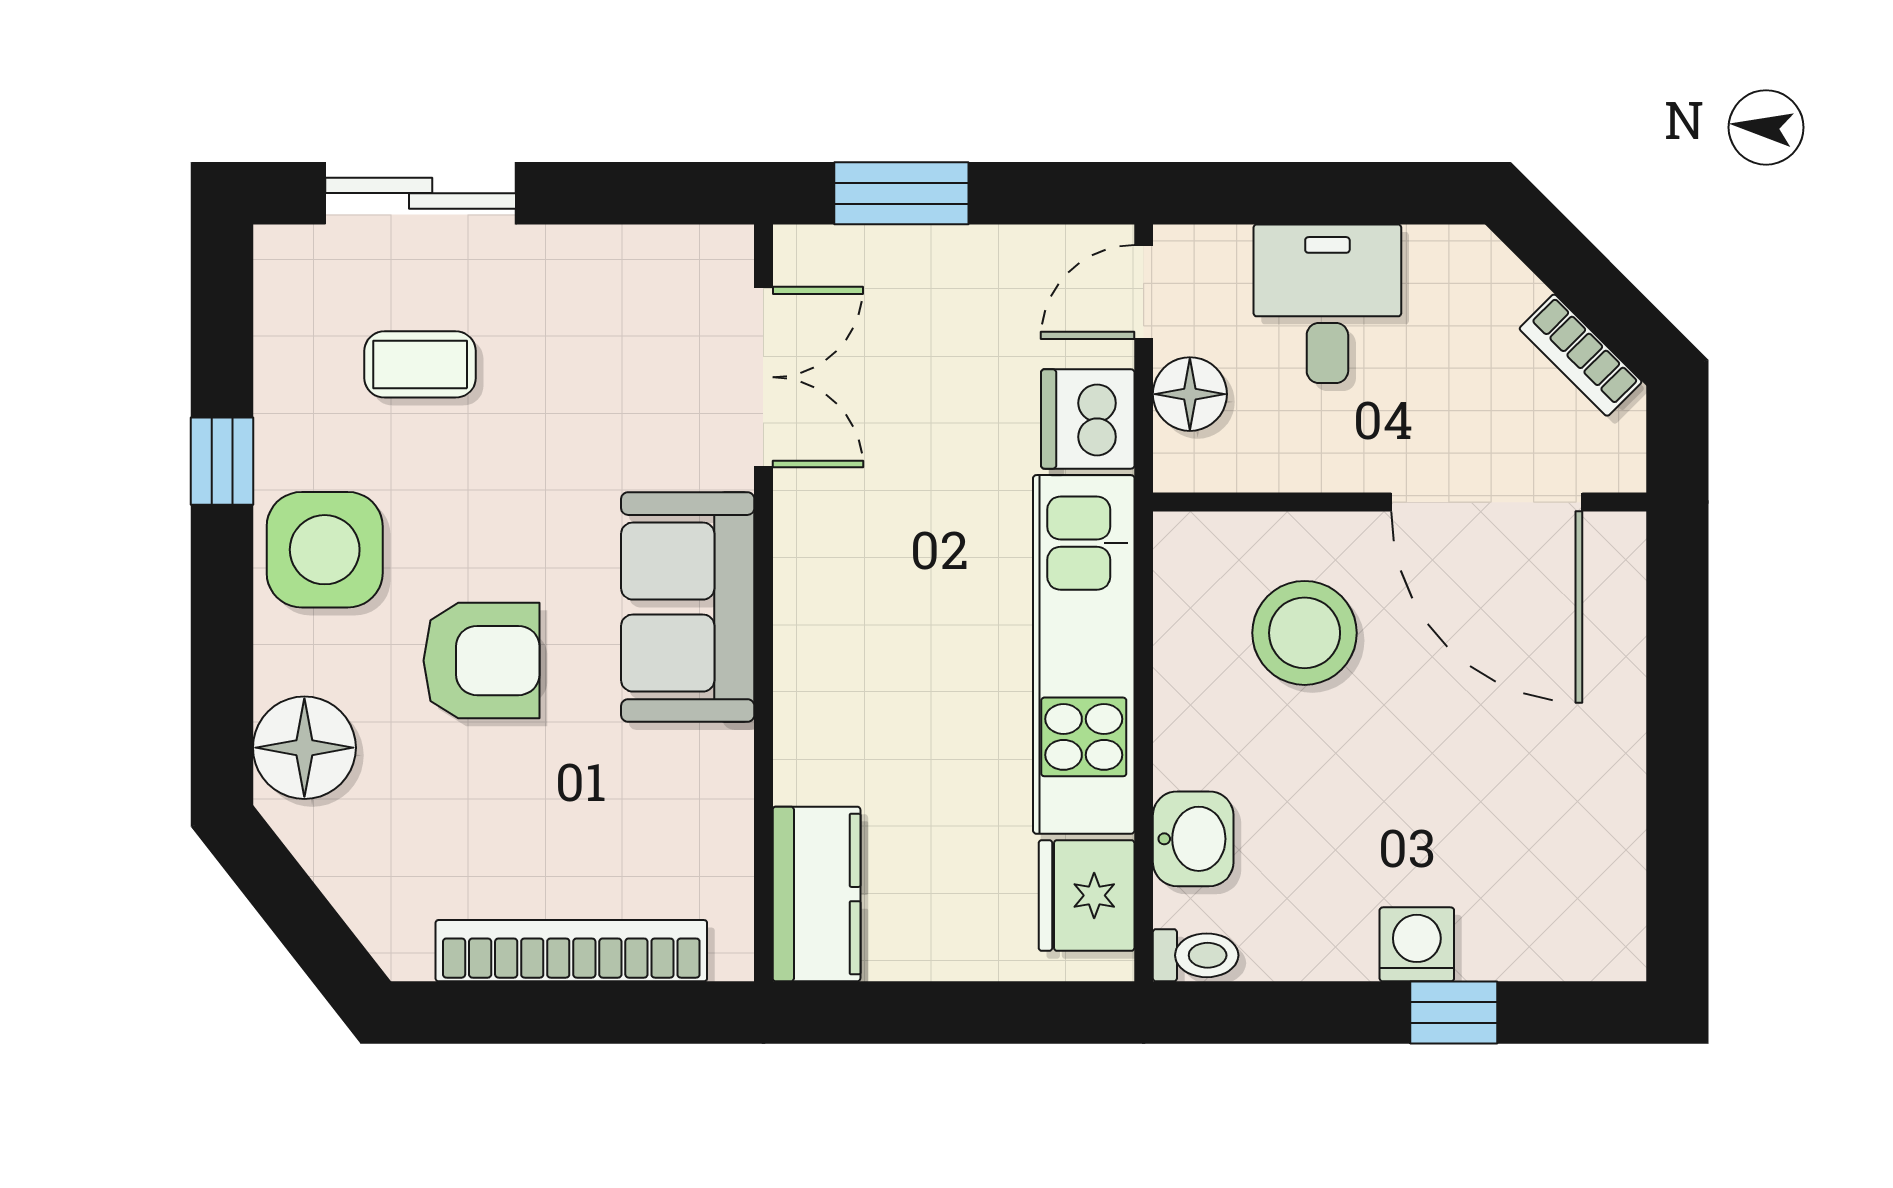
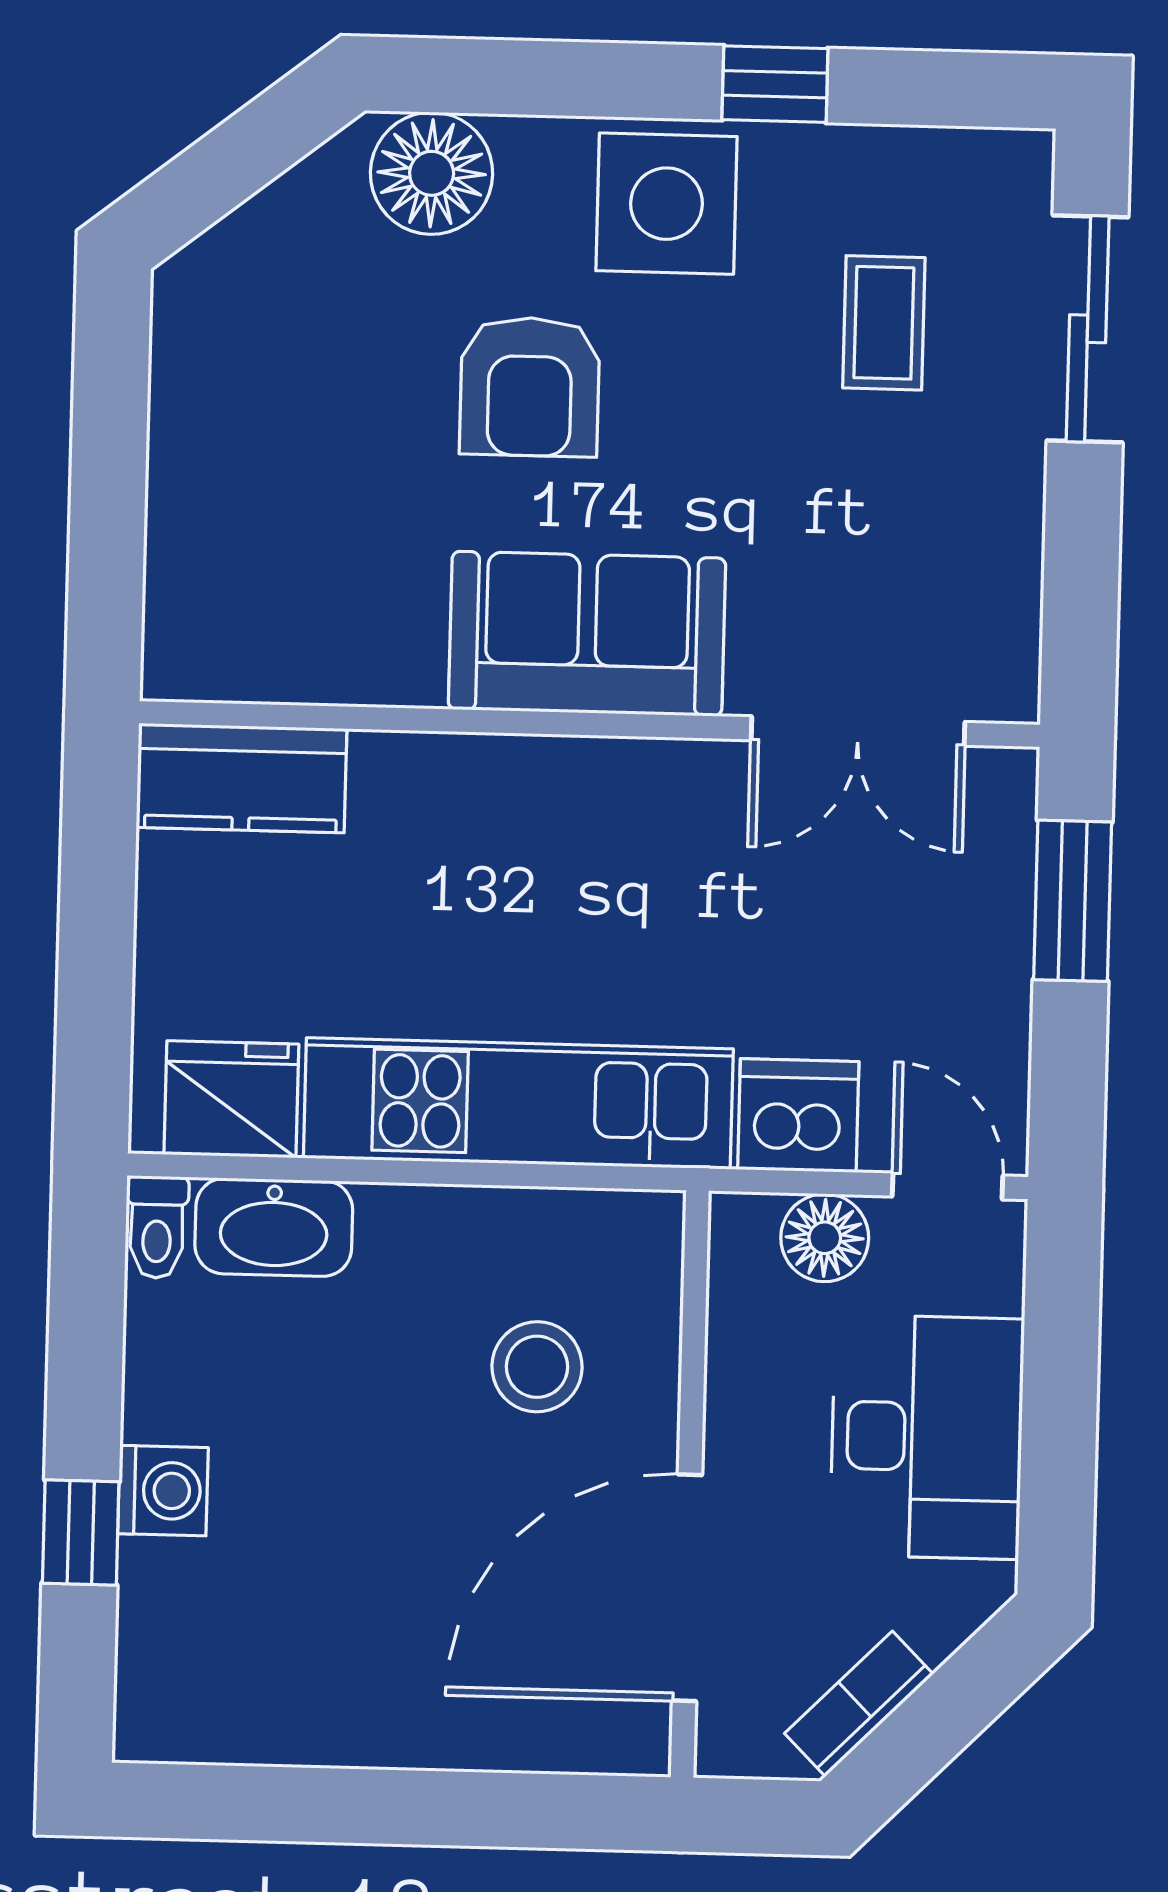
desk: (1327, 304) -> (927, 1437), width x1.37
stool: (1305, 633) -> (537, 1367), width x0.73, depth x0.73
washbasin: (1193, 839) -> (274, 1227), width x1.38
bookcase: (571, 951) -> (182, 485), removed

